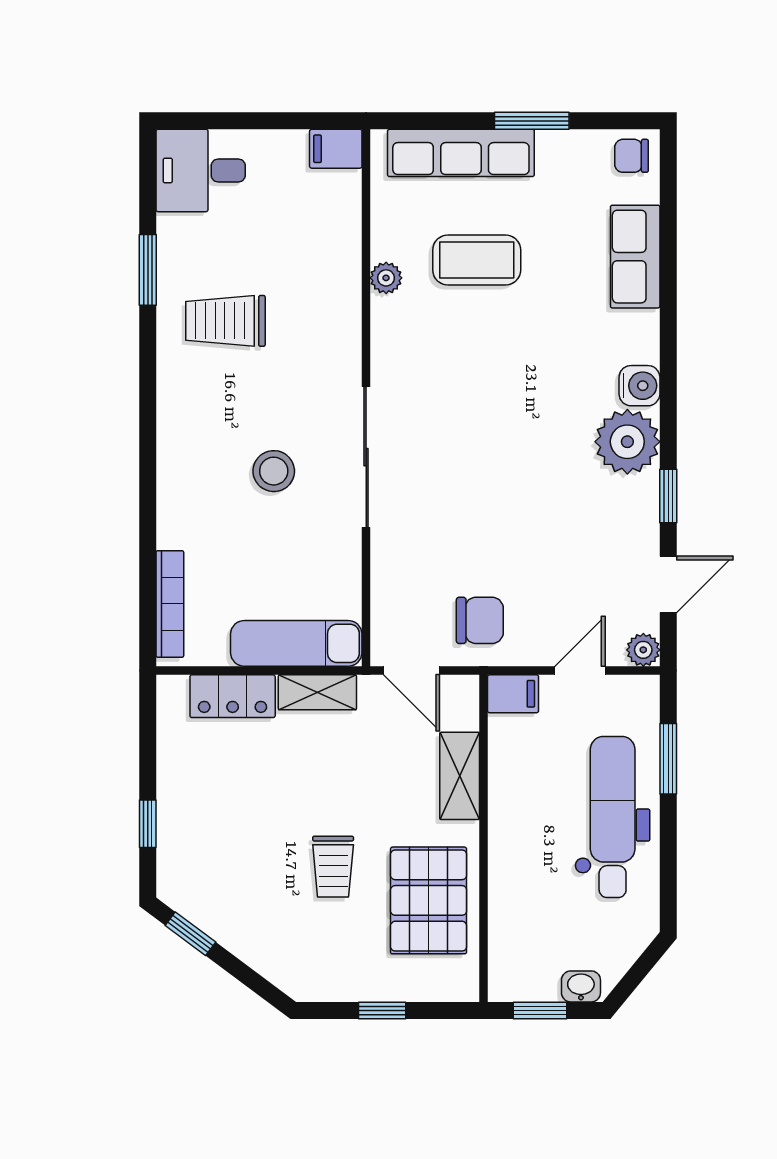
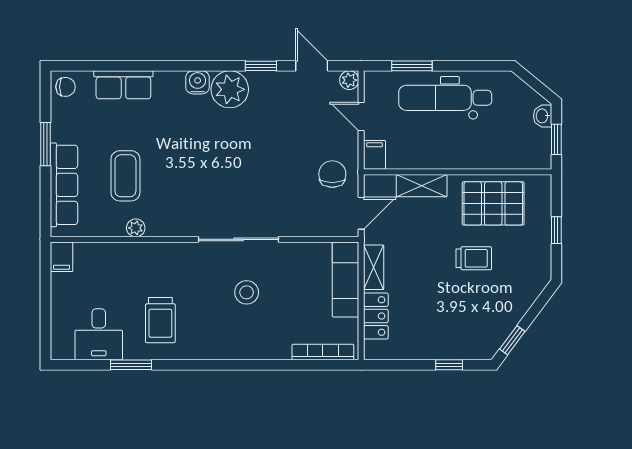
chair: (632, 156) -> (66, 87), turned -90
desk: (201, 170) -> (99, 334), moved

